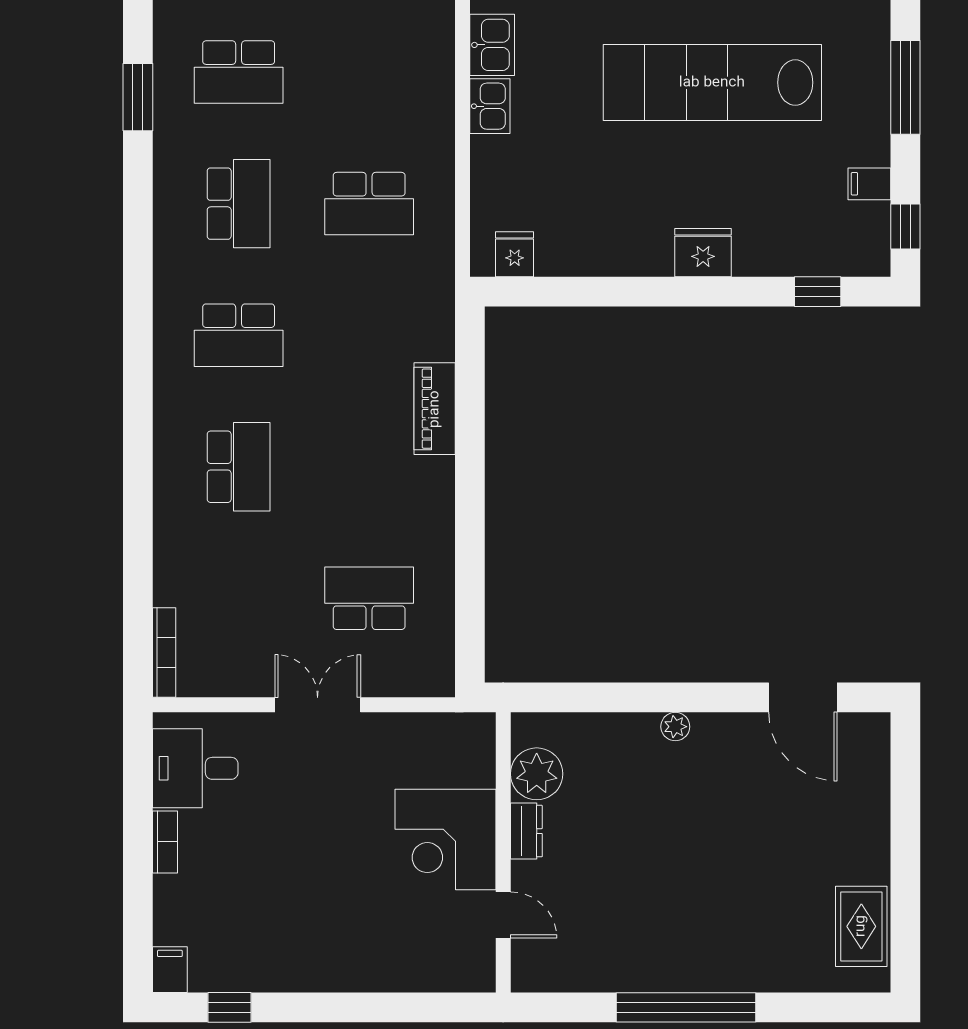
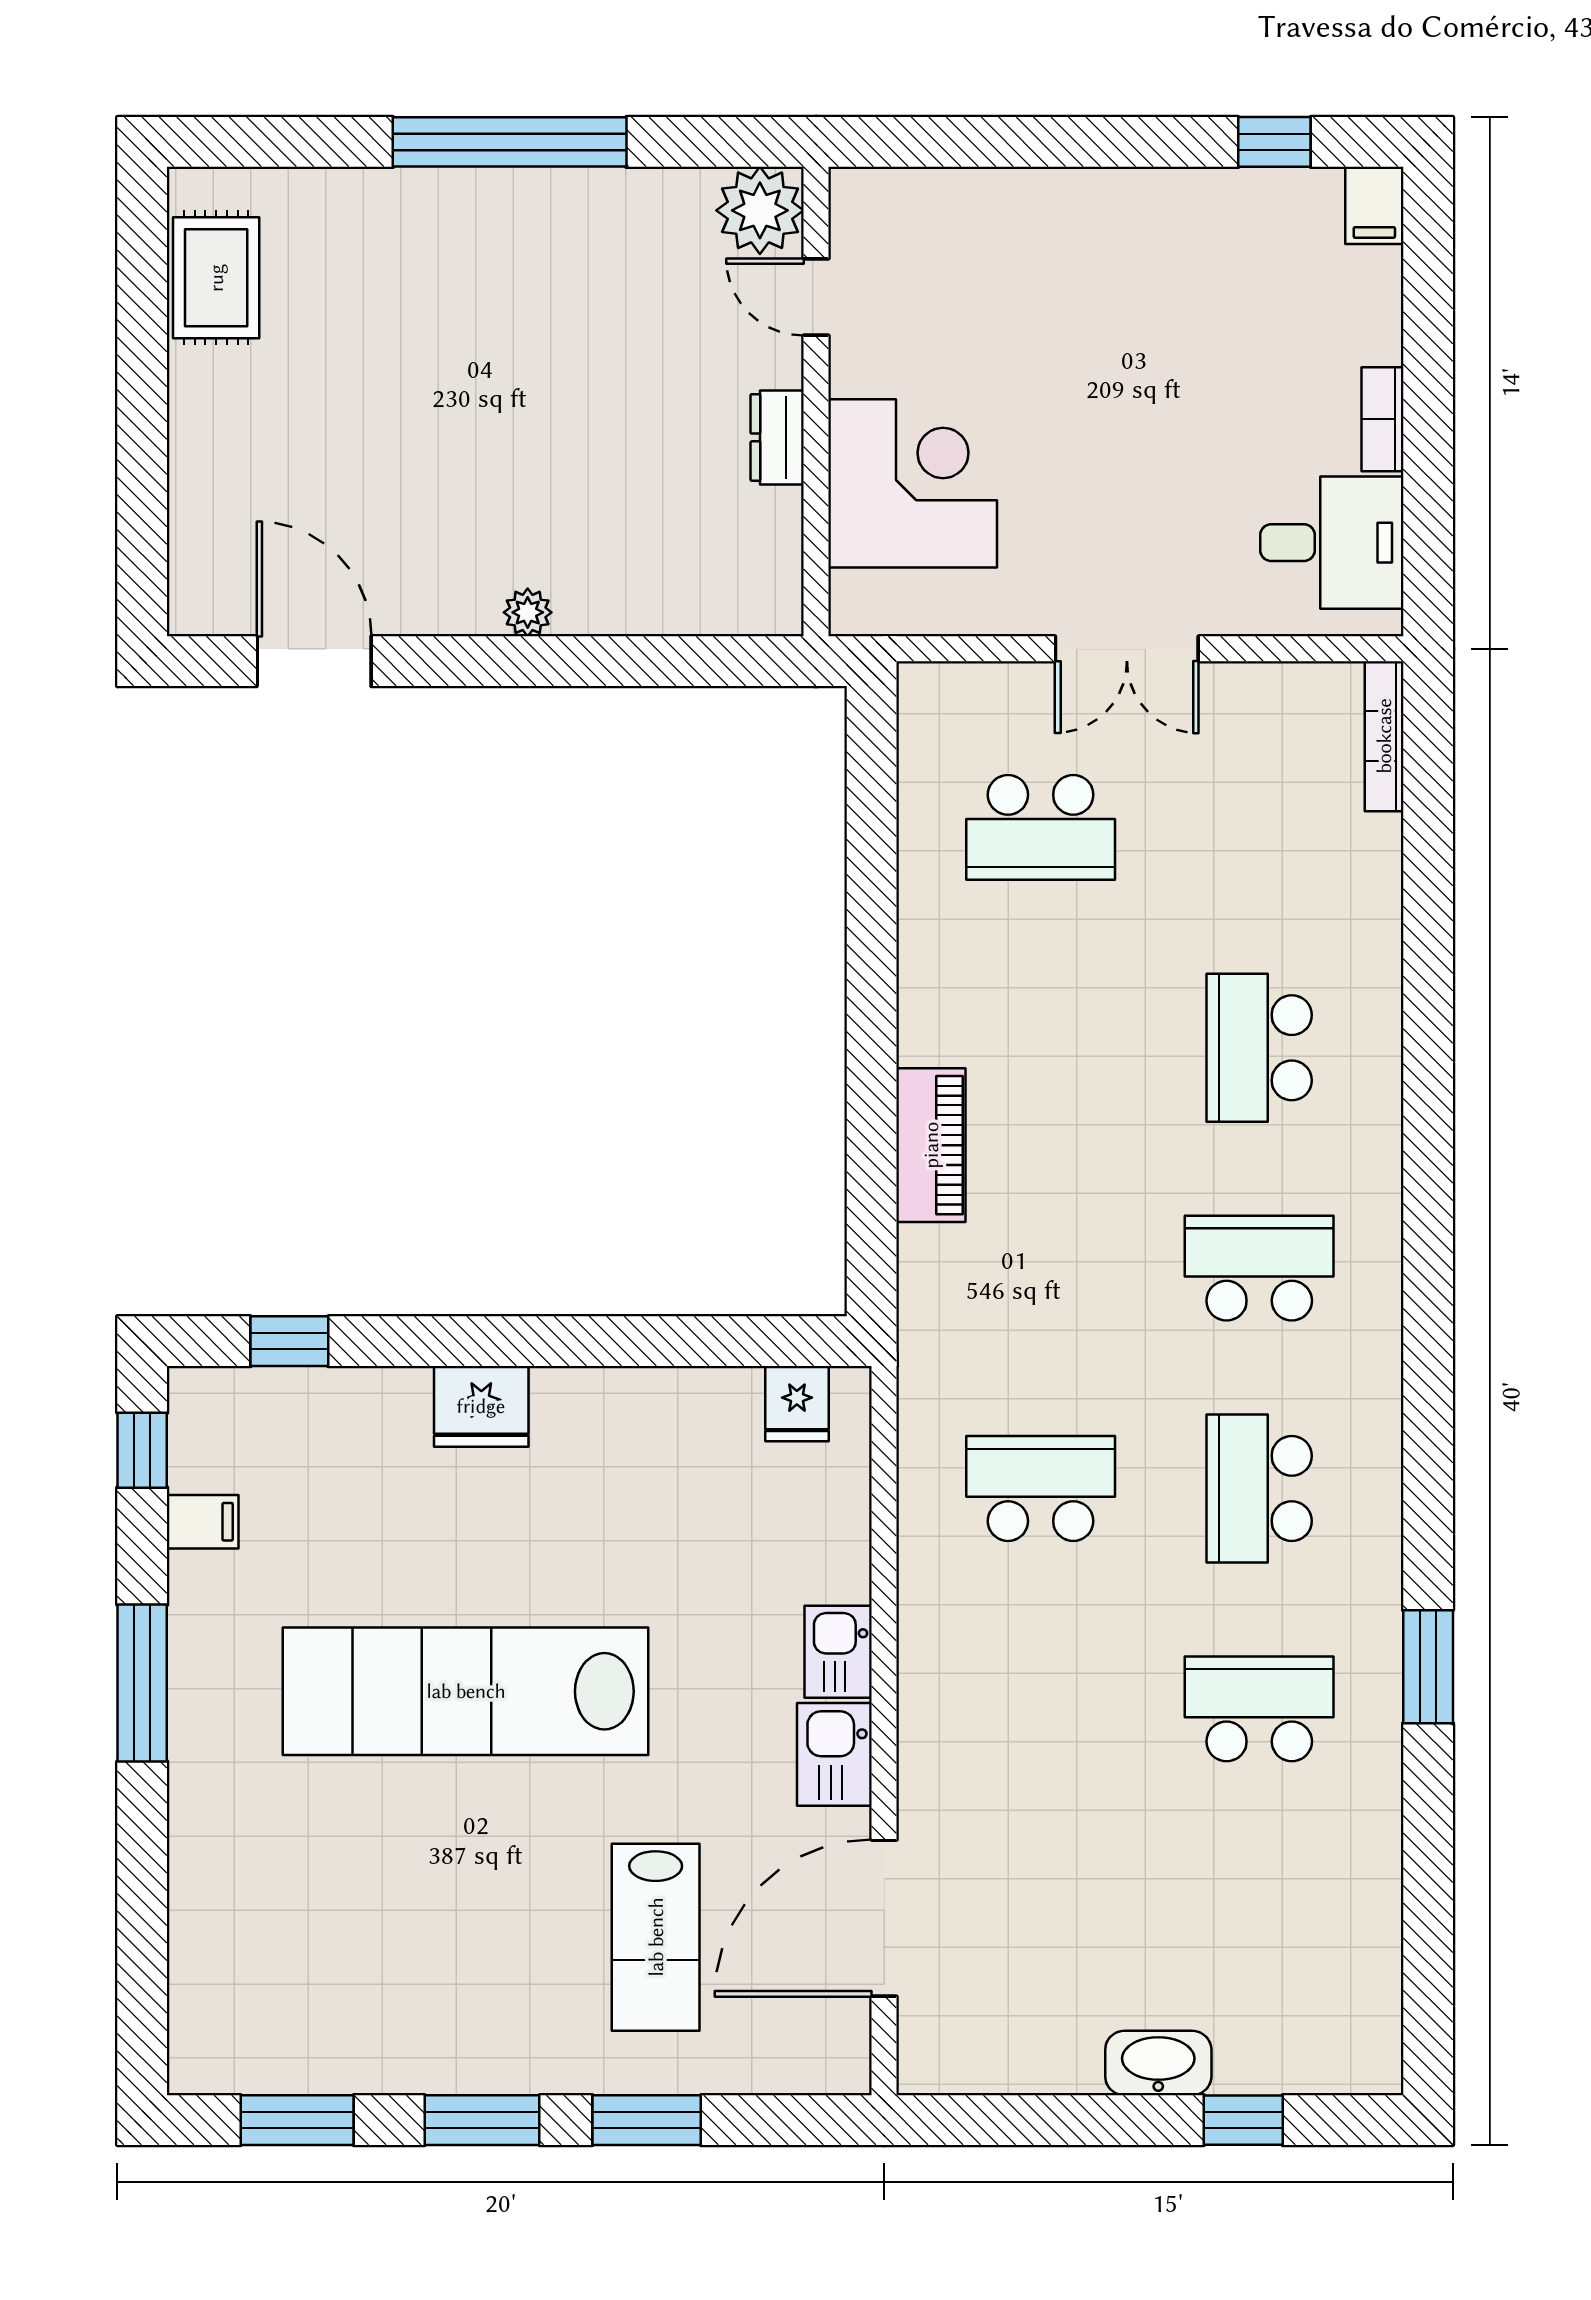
lab bench: (712, 83) -> (466, 1691), turned 180
plant: (537, 774) -> (760, 210), moved
corner desk: (445, 839) -> (913, 483), moved

